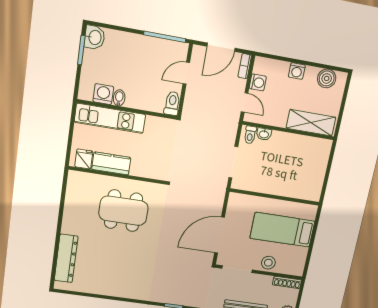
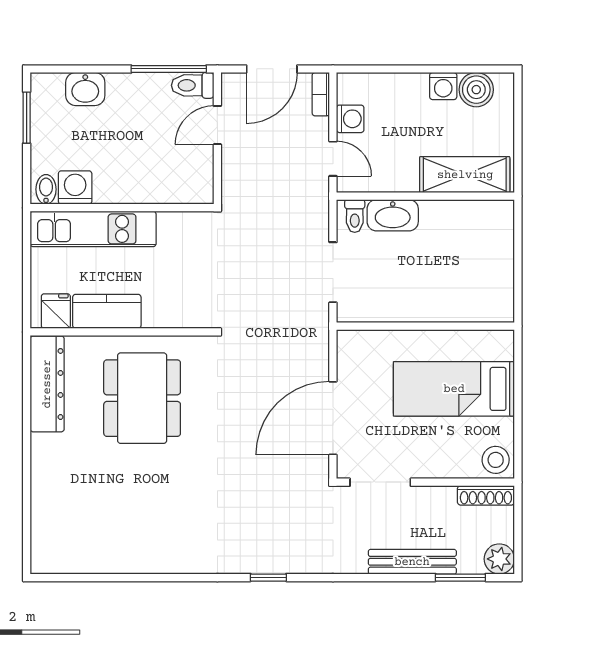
washbasin: (94, 37) -> (85, 89), moved, turned 90
washing machine: (297, 71) -> (443, 86), moved
bidet: (119, 98) -> (46, 189), moved
toilet: (172, 103) -> (193, 85), moved, turned -90
washbasin: (264, 134) -> (393, 215), width x1.91, depth x1.45
dining table: (123, 211) -> (142, 398), turned 90
dresser: (66, 258) -> (47, 384), moved
stool: (268, 263) -> (496, 460), moved

